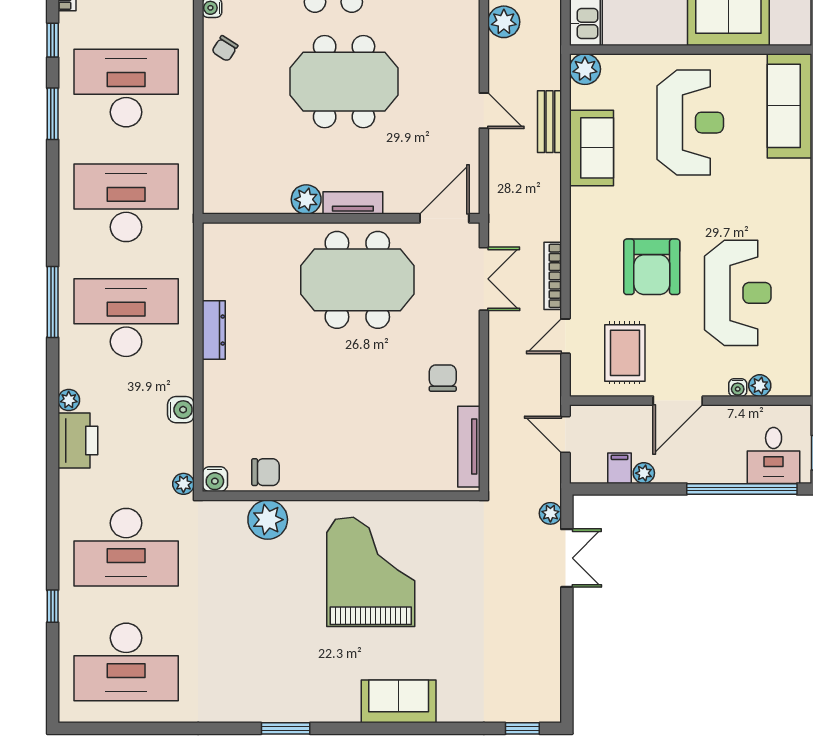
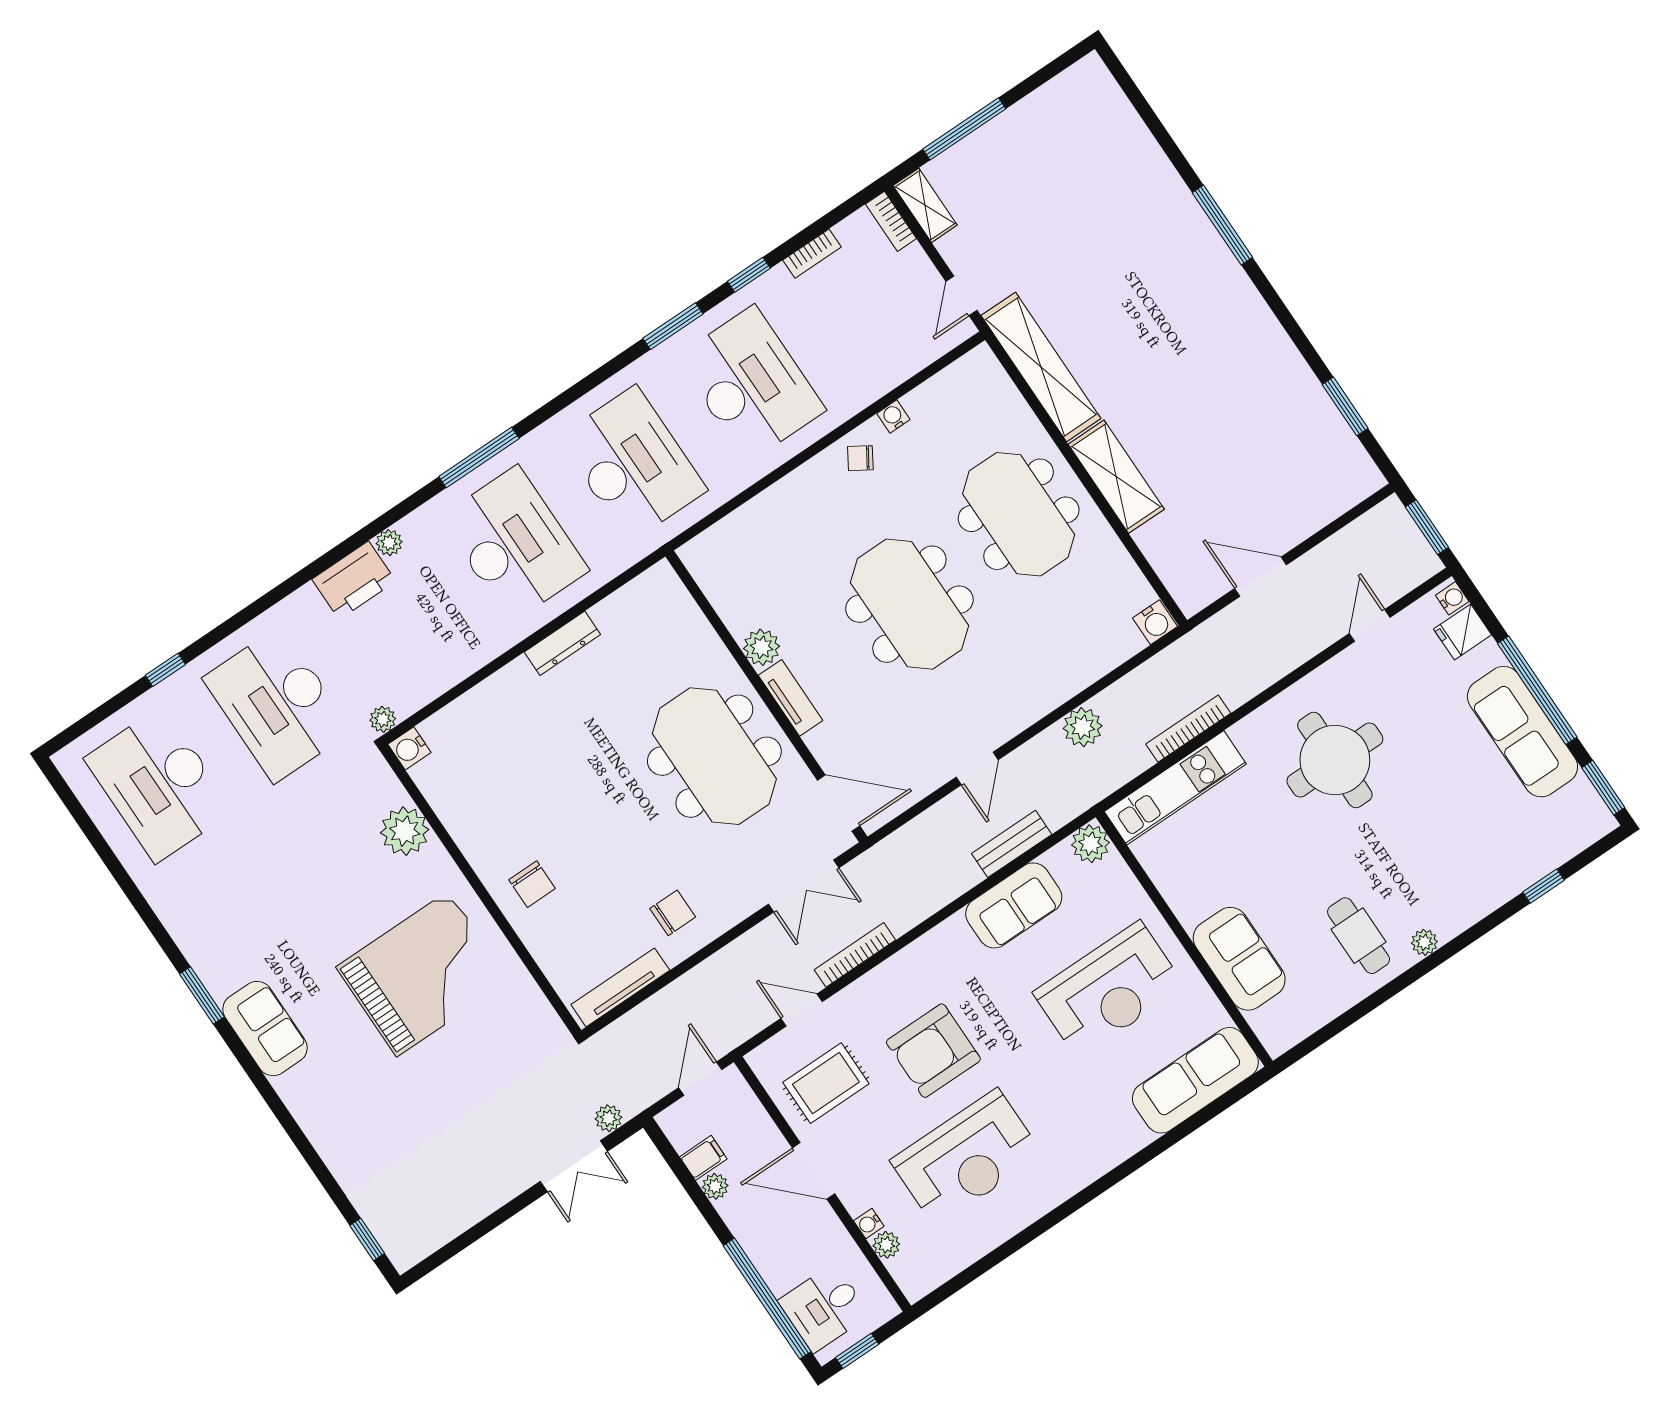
water cooler: (181, 410) -> (457, 665), removed
chair: (265, 472) -> (532, 884), moved
sofa: (399, 701) -> (265, 1029), moved

